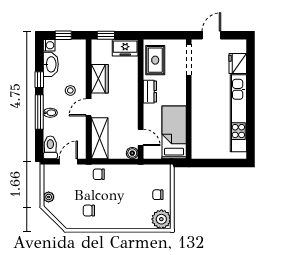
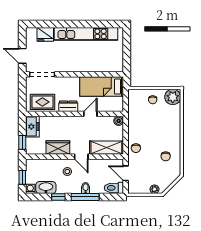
door: (141, 137) -> (90, 114), moved

